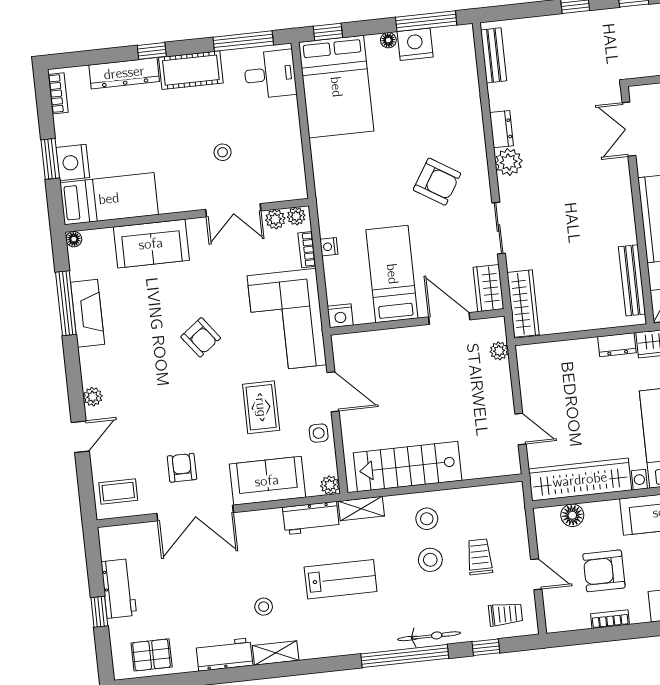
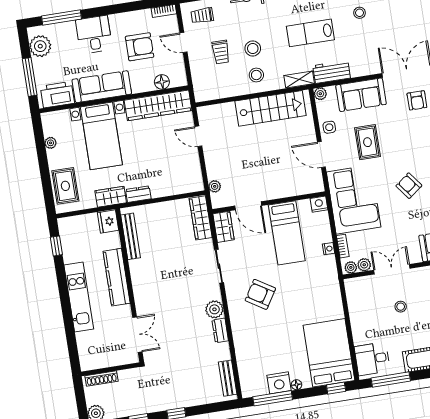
bookcase: (610, 619) -> (164, 11), moved

